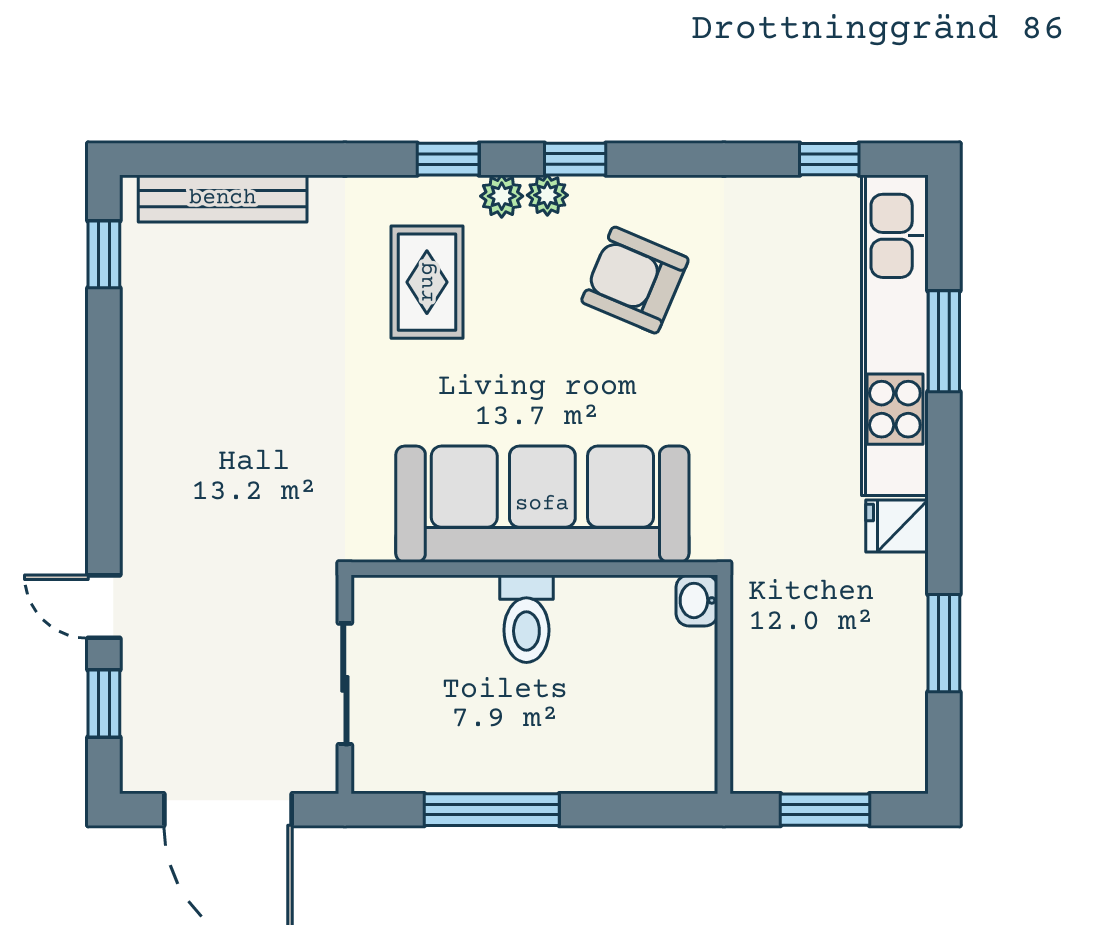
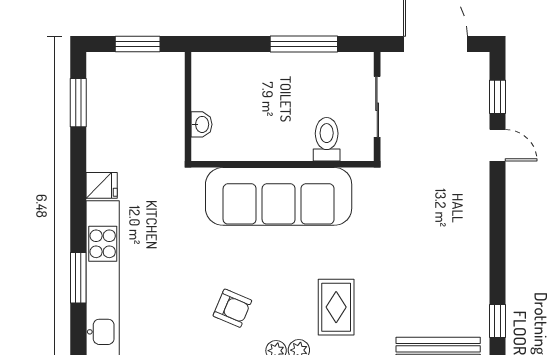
armchair: (635, 280) -> (232, 308), width x0.72, depth x0.72
washbasin: (697, 600) -> (201, 124), moved
toilet: (526, 619) -> (327, 139), moved
window: (944, 643) -> (78, 103), moved

